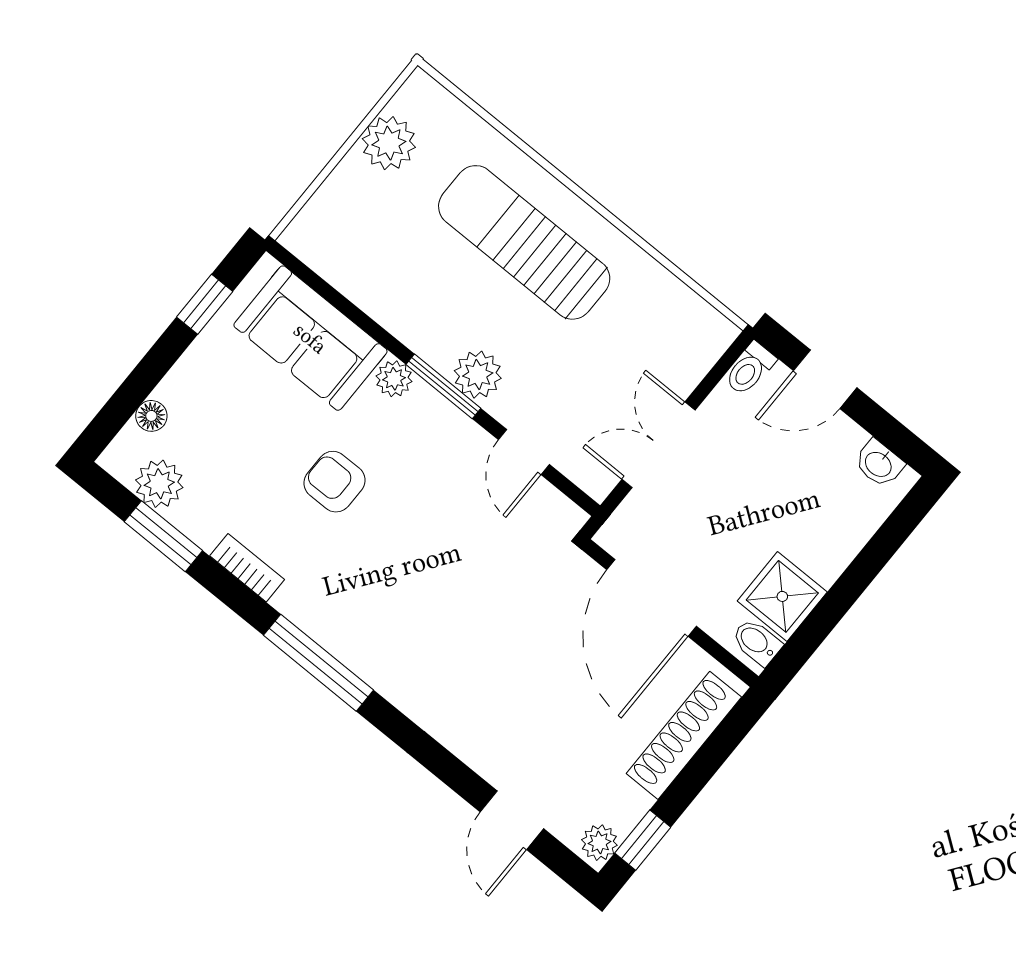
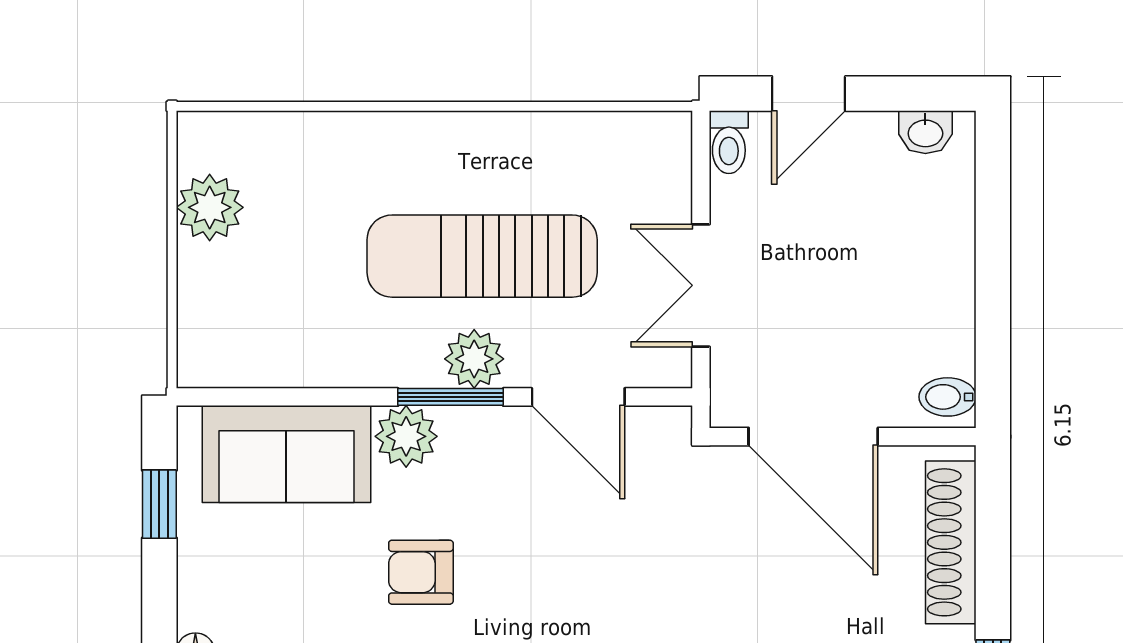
sun lounger: (524, 242) -> (482, 256), moved
plant: (394, 379) -> (406, 436), width x1.38, depth x1.38
door: (524, 452) -> (578, 397), width x1.37
shower: (782, 596) -> (937, 334), removed

